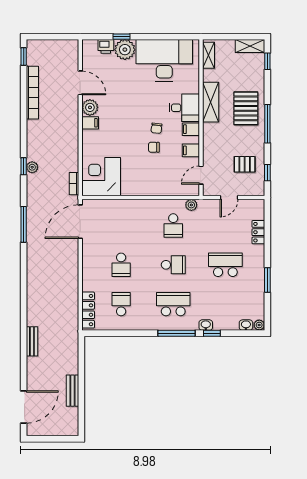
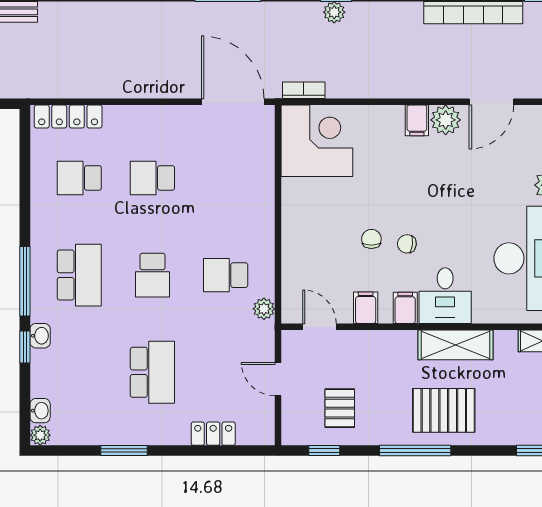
school desk: (121, 304) -> (79, 178), turned 180

